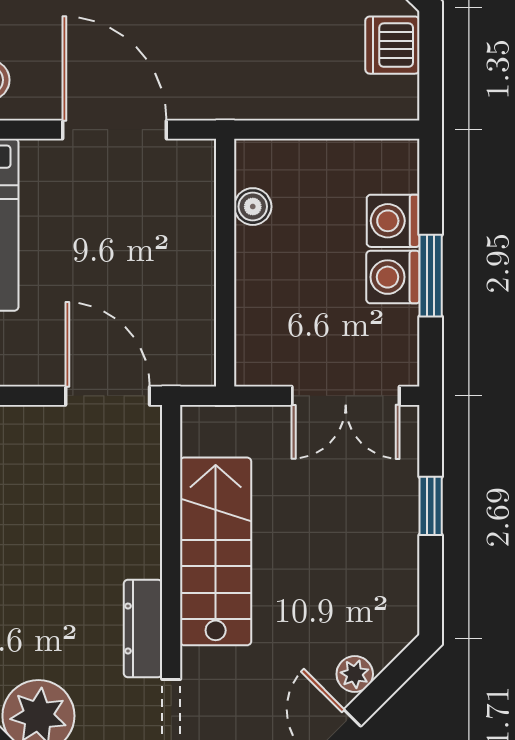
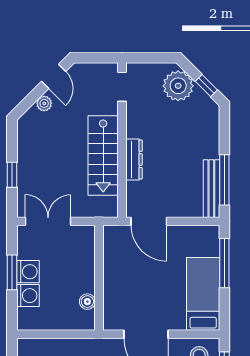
dresser: (143, 629) -> (134, 159), moved

